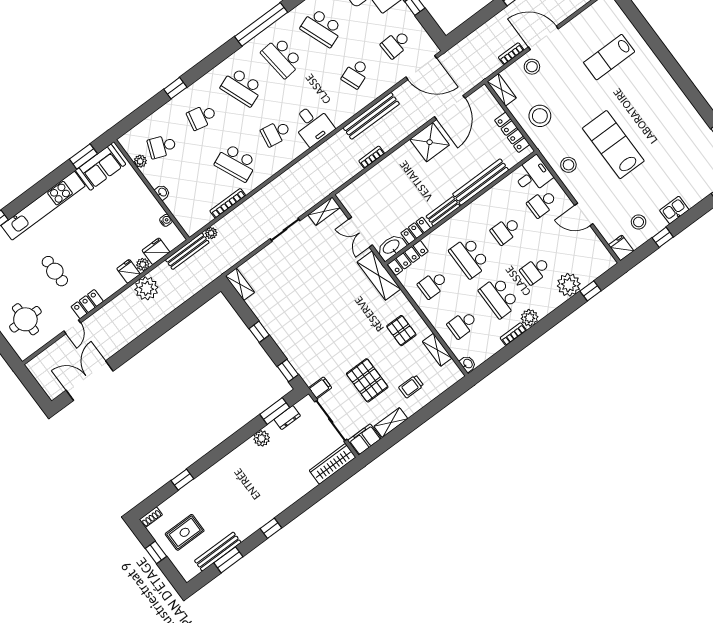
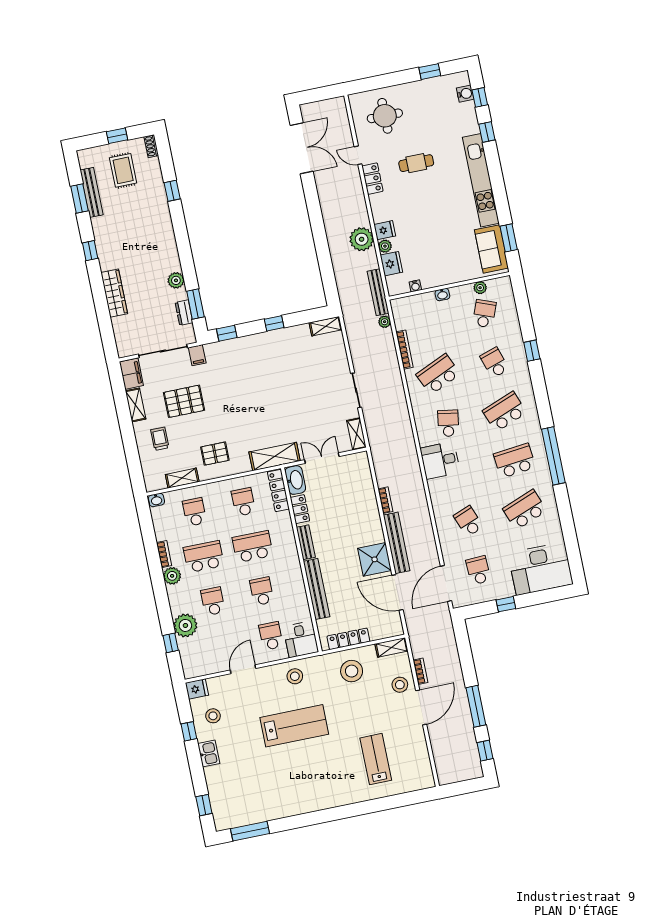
bench: (371, 116) -> (397, 543), moved
school desk: (202, 117) -> (494, 363), turned -30
wardrobe: (333, 464) -> (114, 293), moved

